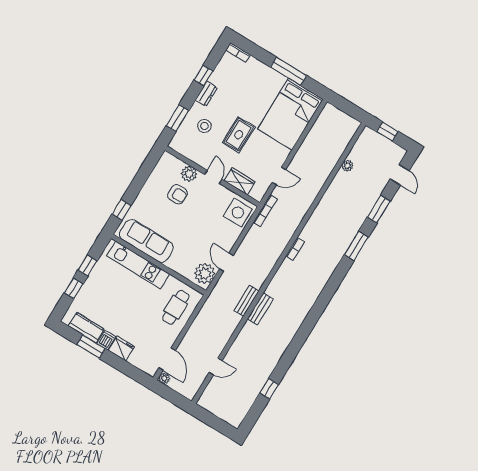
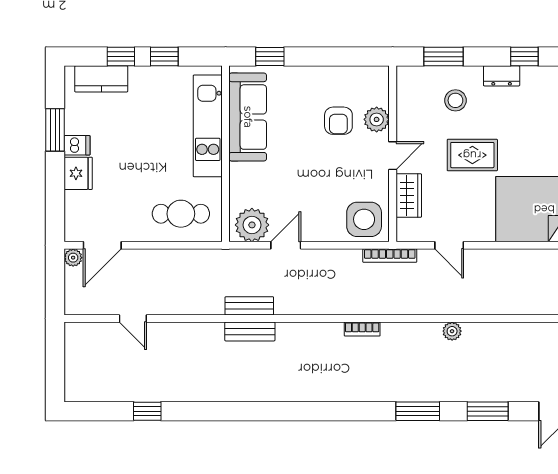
plant: (347, 166) -> (452, 331), moved
kitchen counter: (86, 328) -> (101, 79), moved, turned 90

